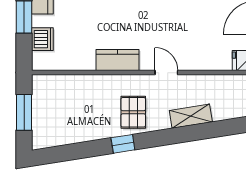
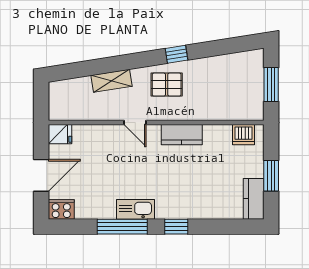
dishwasher: (42, 39) -> (244, 135), moved, turned -90
pallet: (133, 112) -> (167, 85), turned 90

